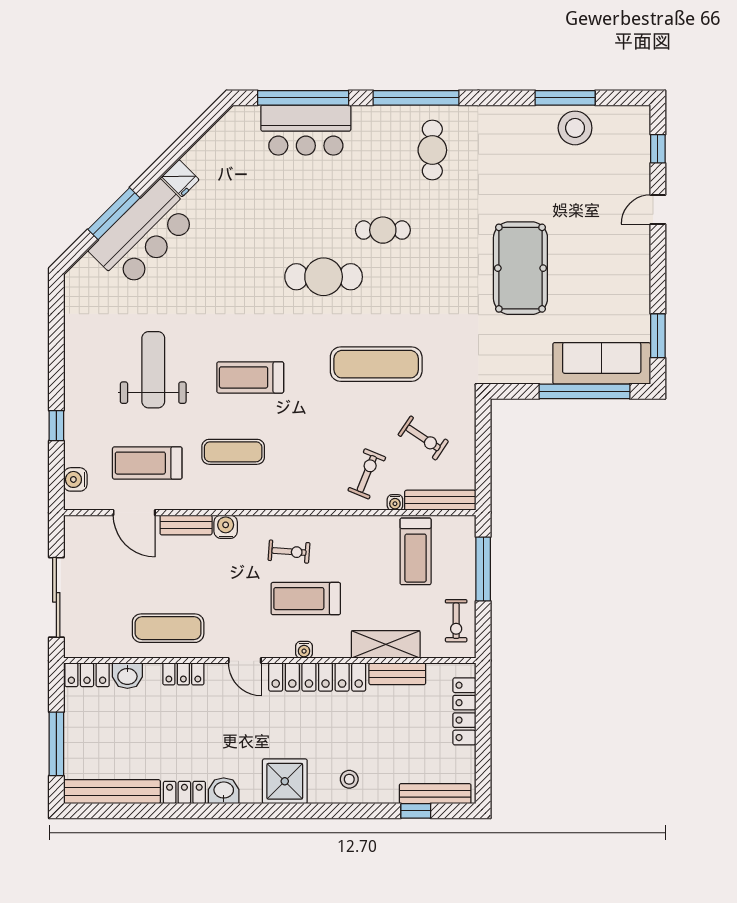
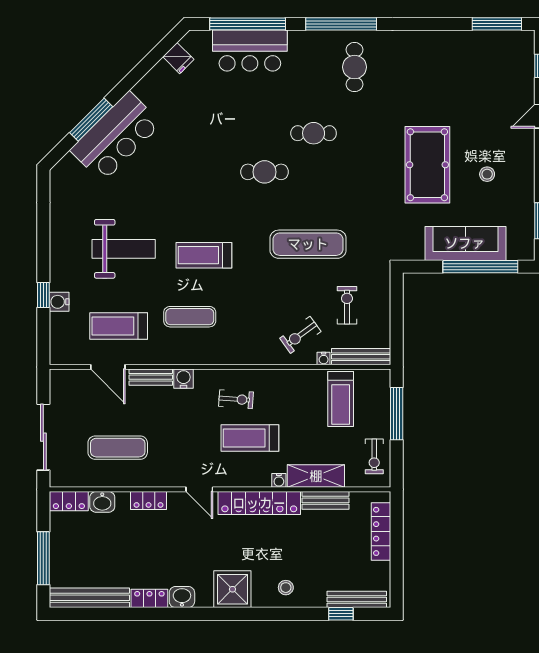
window: (565, 98) -> (497, 24), moved
stool: (575, 128) -> (487, 174), moved, width x0.53, depth x0.53
fridge: (180, 178) -> (178, 58), moved
cafe table: (324, 277) -> (265, 172), width x0.73, depth x0.74
sofa: (602, 363) -> (465, 243), moved
weight bench: (153, 370) -> (124, 249), turned 90
exercise bike: (423, 438) -> (347, 305), turned -124
exercise bike: (367, 474) -> (300, 335), turned -148
water cooler: (75, 479) -> (59, 302), moved
exercise mat: (168, 628) -> (118, 448), moved
water cooler: (304, 650) -> (279, 480), moved

